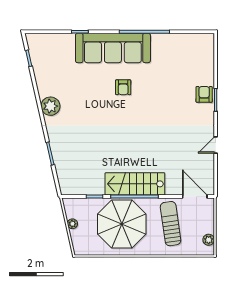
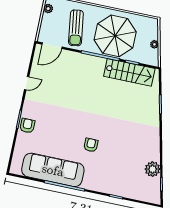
sofa: (113, 48) -> (53, 170), moved
armchair: (204, 94) -> (27, 126), turned 180
plant: (50, 106) -> (153, 169), moved
stairs: (135, 184) -> (129, 72), moved
door: (195, 196) -> (52, 46), hinge flipped

